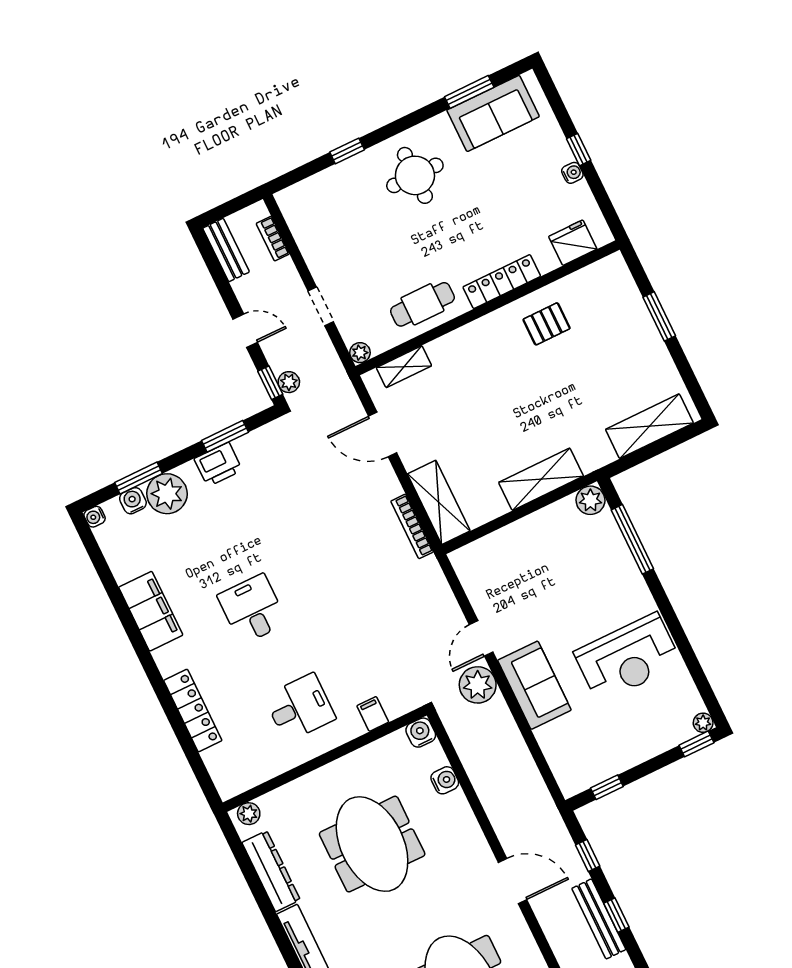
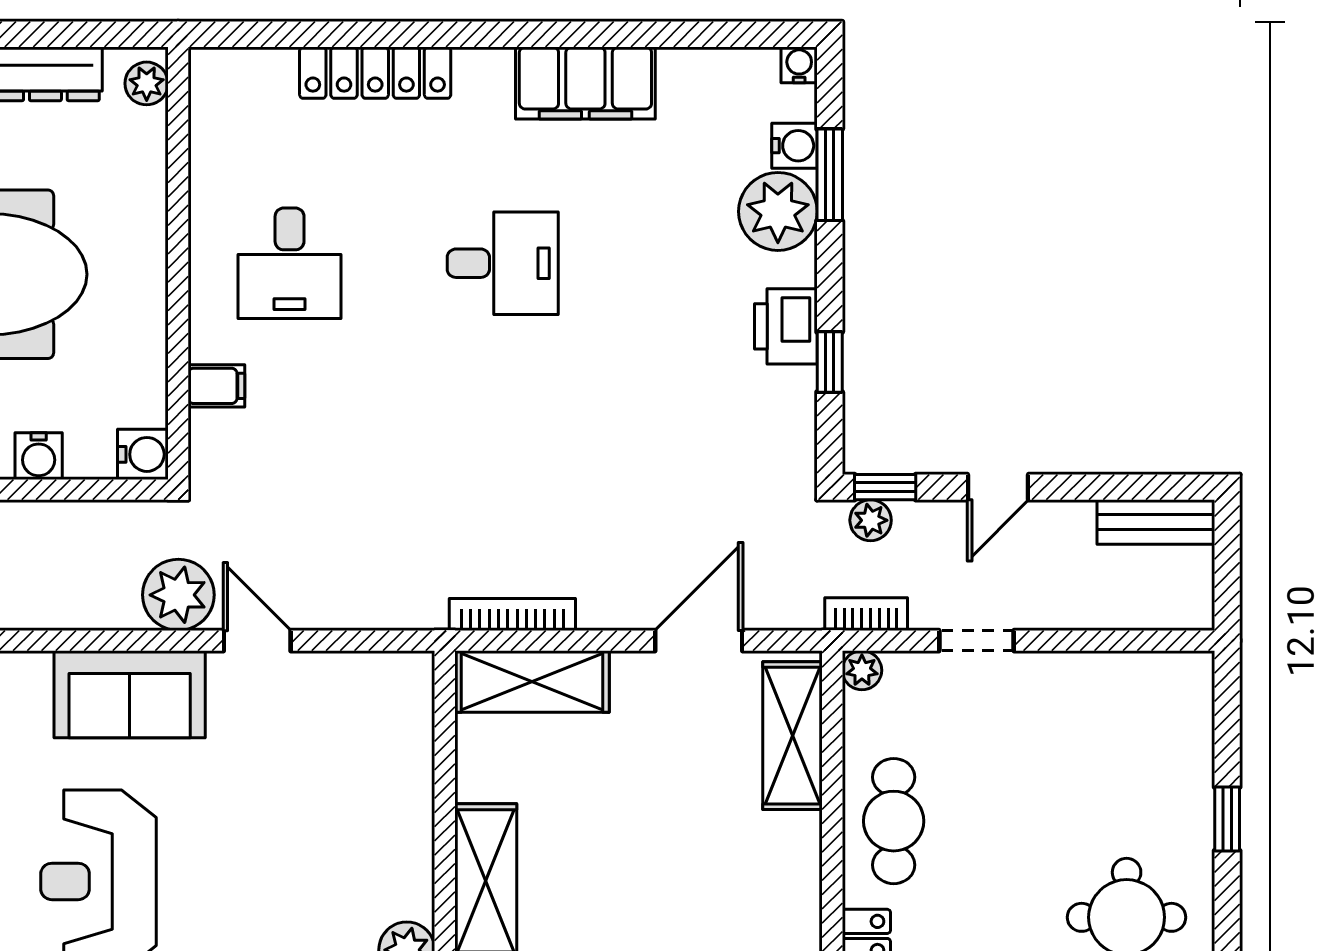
bookcase: (273, 239) -> (866, 614), moved
shelving: (404, 367) -> (793, 736), width x1.50, depth x1.33
window: (225, 436) -> (830, 362), width x0.67

